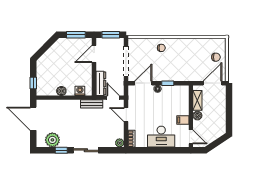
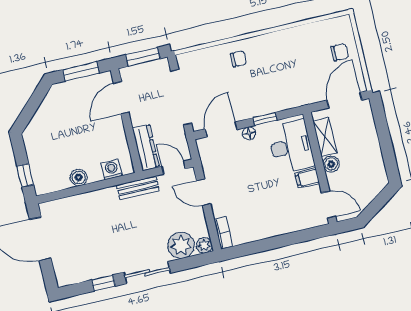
desk: (161, 137) -> (291, 147), moved, turned -90
plant: (52, 140) -> (181, 245), moved

